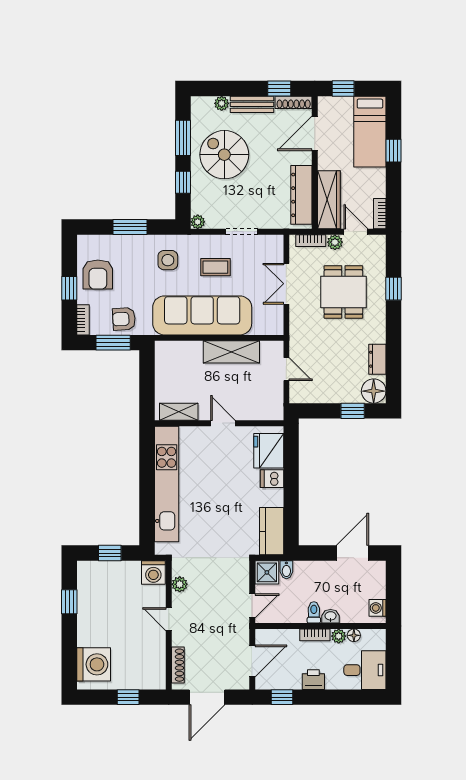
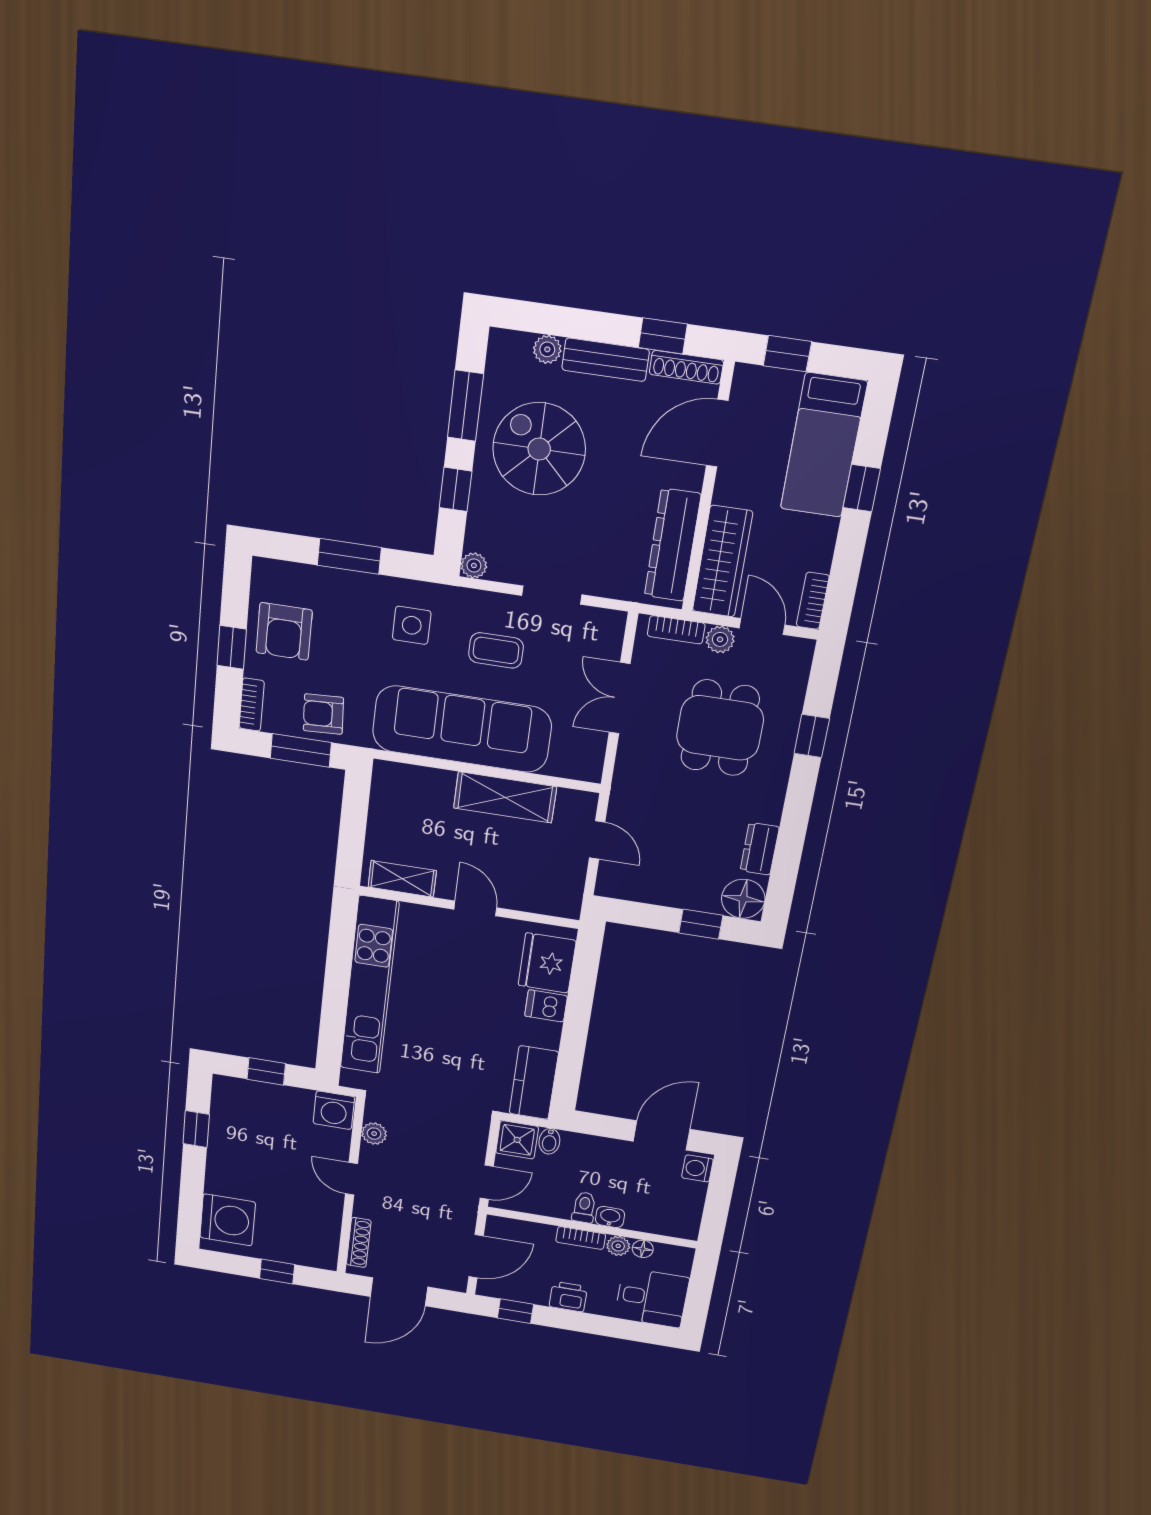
washing machine: (377, 608) -> (697, 1168), moved

